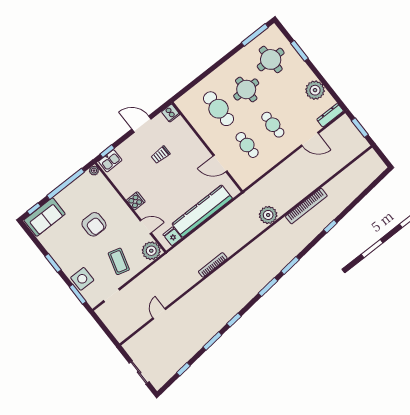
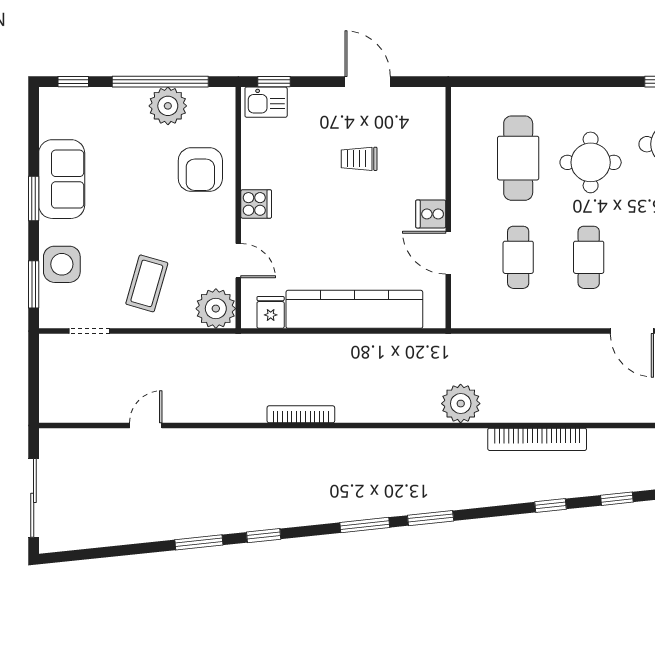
cooker: (171, 113) -> (431, 214), moved, turned 90
plant: (94, 171) -> (168, 106), moved, width x1.88, depth x1.88
sofa: (45, 217) -> (62, 179), moved, turned -90
armchair: (94, 224) -> (200, 169), moved
window: (183, 369) -> (617, 499), moved
sliding door: (139, 372) -> (34, 498), width x1.37

